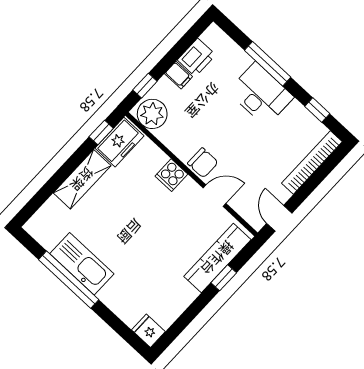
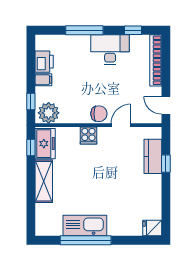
desk: (261, 94) -> (110, 50), moved
kitchen counter: (217, 258) -> (153, 156), width x0.67

